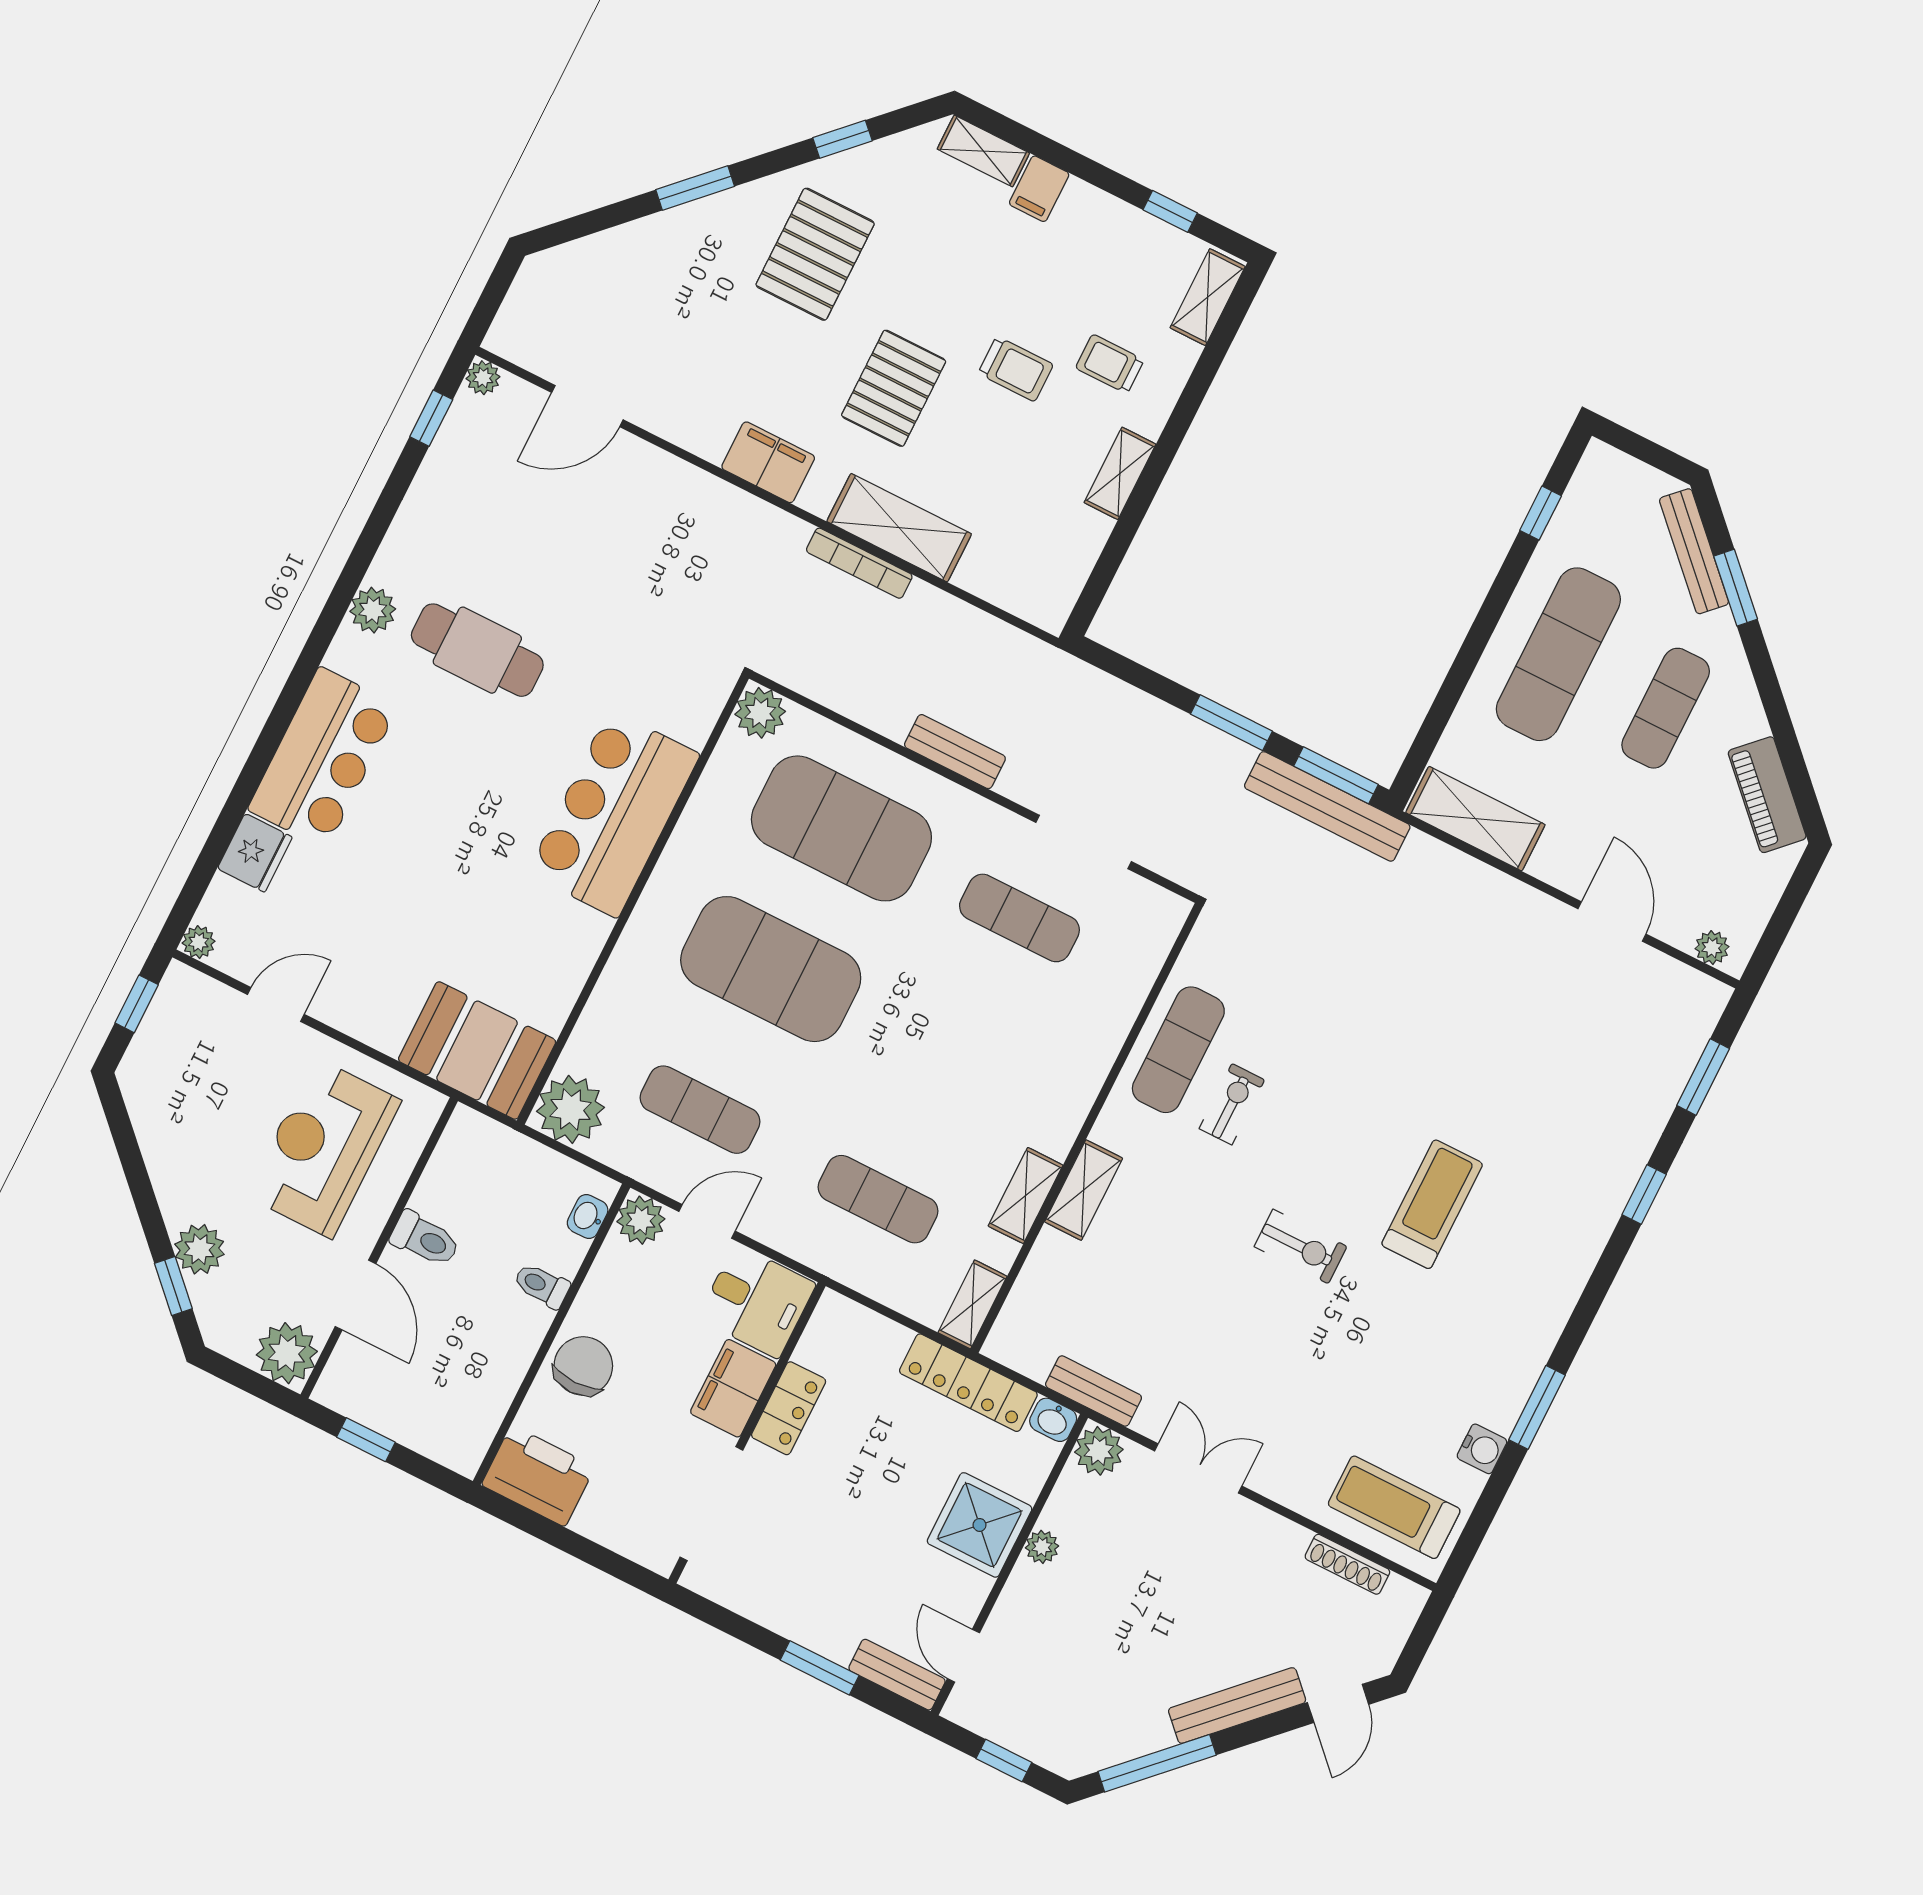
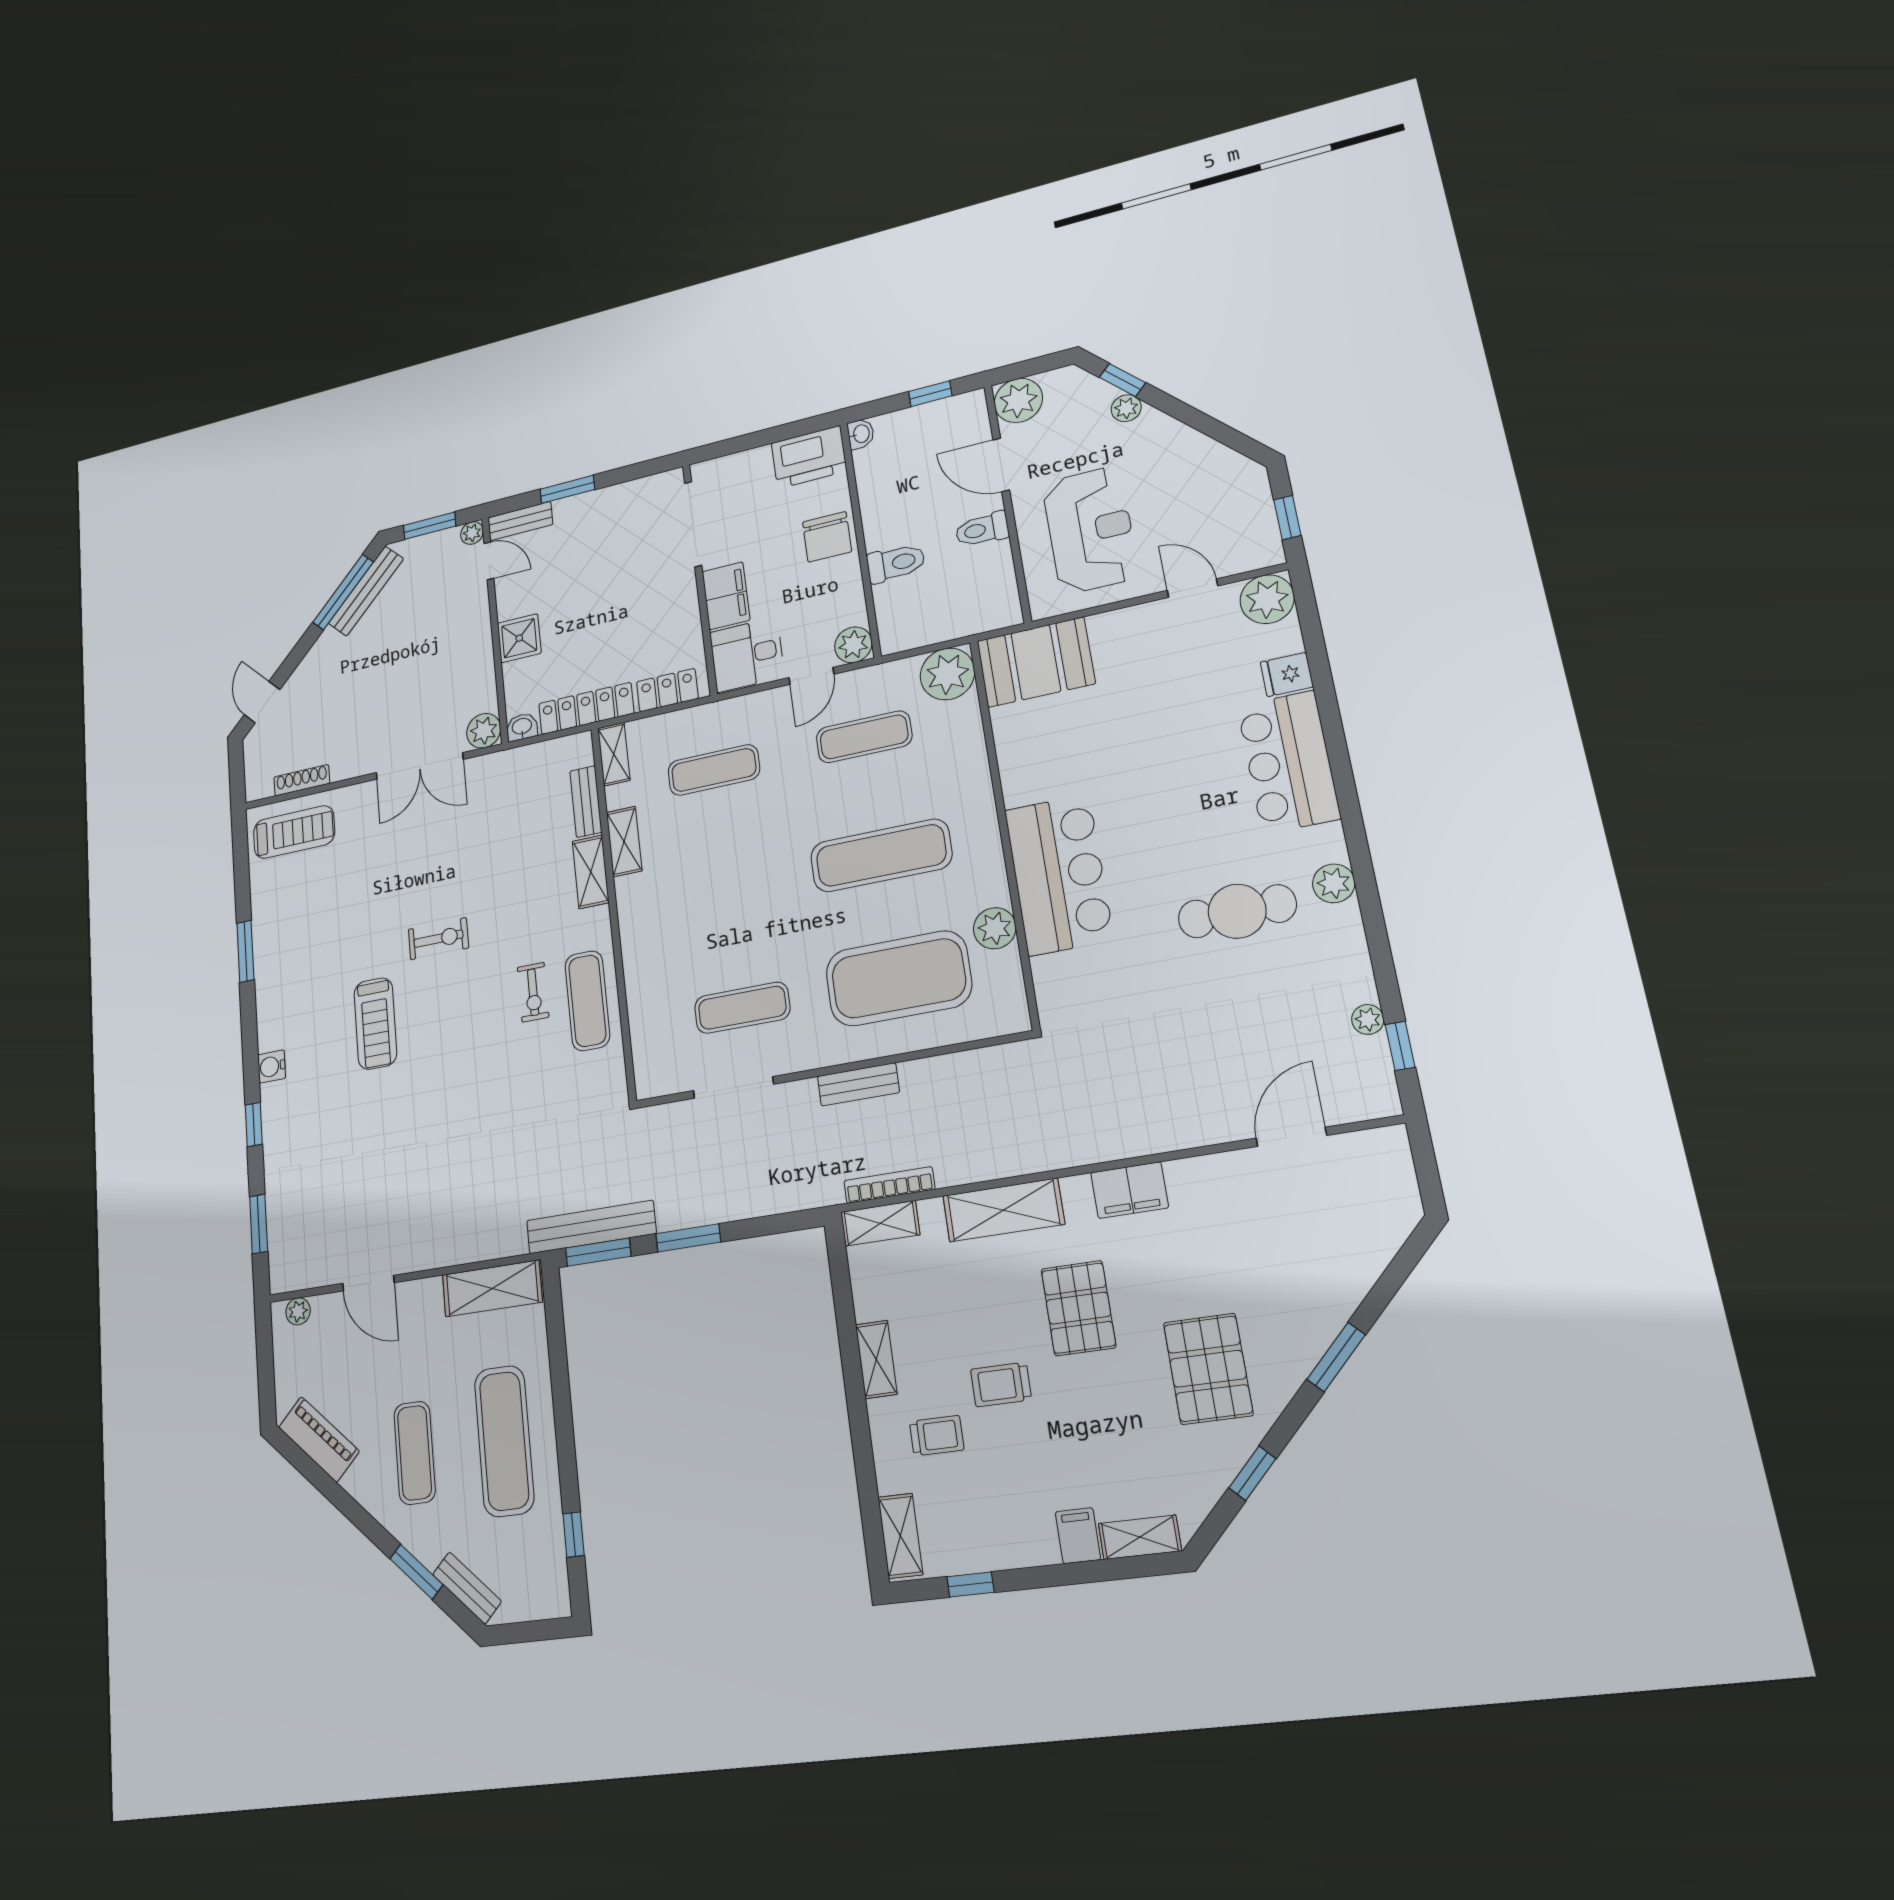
plant: (483, 378) -> (1368, 1019), moved
bench: (1694, 551) -> (467, 1588), width x0.73
bookcase: (859, 563) -> (889, 1185), moved
shelving: (1027, 600) -> (880, 1223), added
plant: (760, 713) -> (995, 928), moved
fridge: (255, 853) -> (1287, 674), width x0.72
plant: (199, 942) -> (1267, 599), width x1.88, depth x1.88
exercise mat: (771, 969) -> (881, 855), width x0.68
door: (276, 1004) -> (1193, 588), swing flipped
washbasin: (588, 1216) -> (861, 434), moved
exercise bike: (1301, 1246) -> (438, 939), turned 180
plant: (199, 1249) -> (1126, 408), width x0.73, depth x0.73
toilet: (542, 1285) -> (896, 563), width x1.37, depth x1.39
bench: (1094, 1391) -> (586, 802), moved, turned 90
locker: (789, 1408) -> (667, 690), moved, turned 90
water cooler: (1482, 1449) -> (272, 1066), moved
double door: (1198, 1468) -> (420, 766), width x1.37
shower: (980, 1525) -> (519, 638), width x0.73, depth x0.73
plant: (1042, 1547) -> (472, 533), moved
bench: (1237, 1706) -> (366, 591), moved
window: (1004, 1760) -> (430, 526), width x1.50

